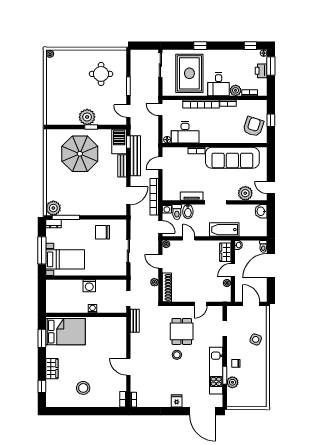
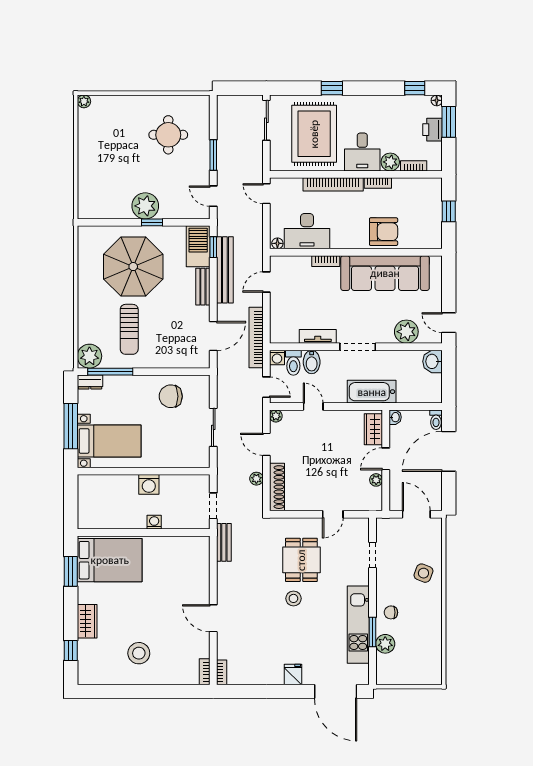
armchair: (253, 127) -> (384, 232), moved, turned 72
sun lounger: (77, 192) -> (129, 329), added

